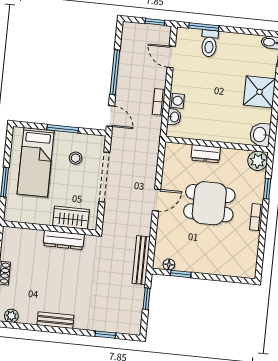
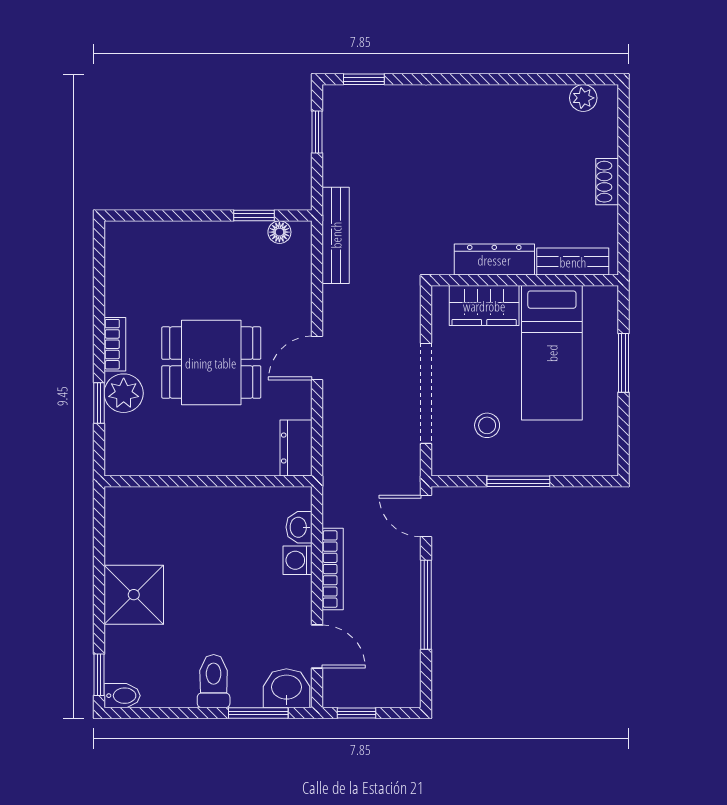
toilet: (209, 43) -> (214, 681), moved
bookcase: (159, 102) -> (333, 569), width x1.56
washbasin: (260, 135) -> (286, 688), moved, turned -90
dresser: (206, 154) -> (296, 448), moved, turned -90
plant: (258, 161) -> (124, 393), moved
bed: (36, 162) -> (552, 353), moved, turned 180
window: (147, 299) -> (317, 132), moved
bench: (55, 320) -> (573, 262), moved
window: (105, 335) -> (364, 79), moved

